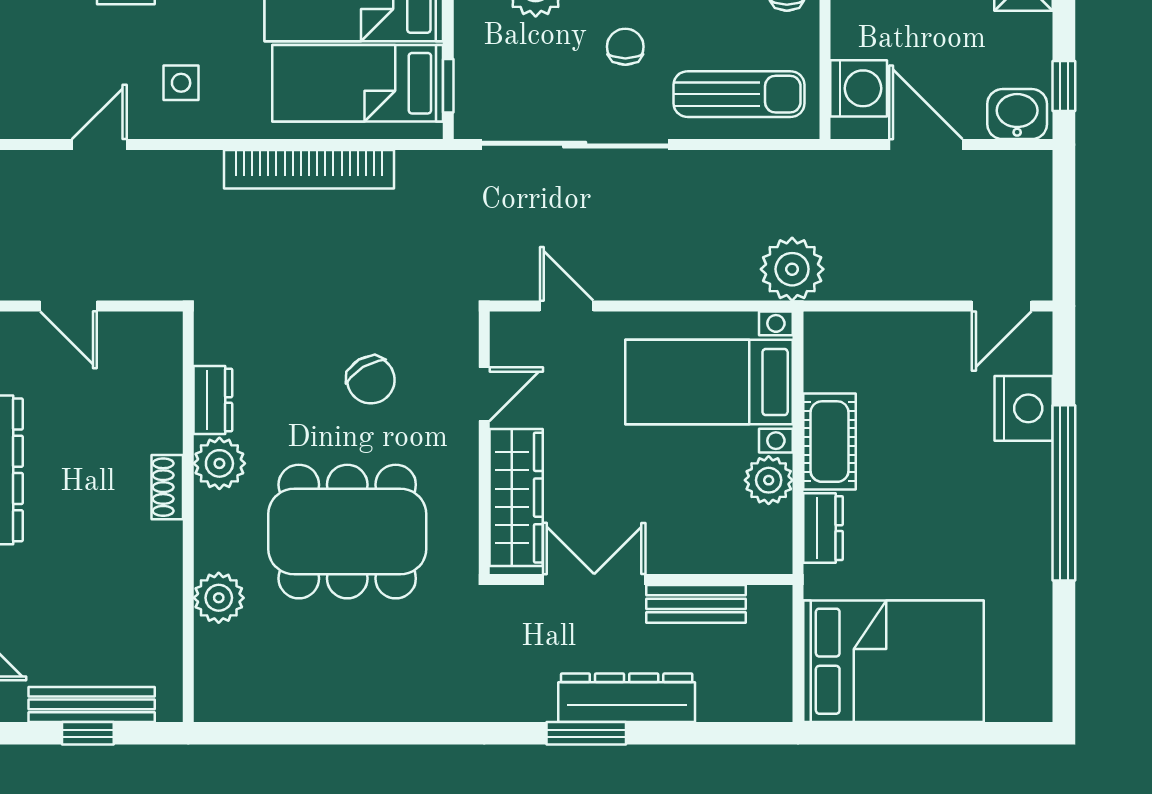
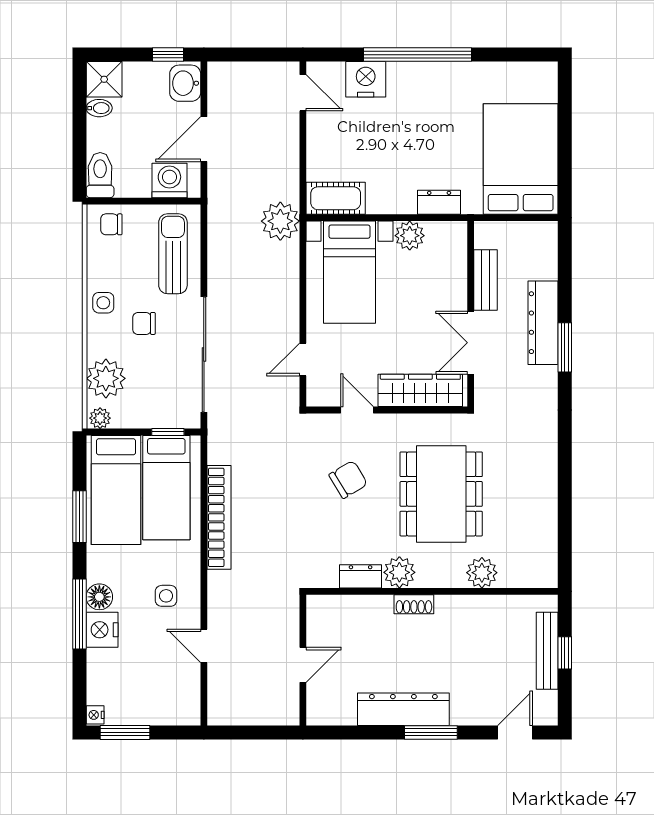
cot: (830, 442) -> (336, 198), moved

